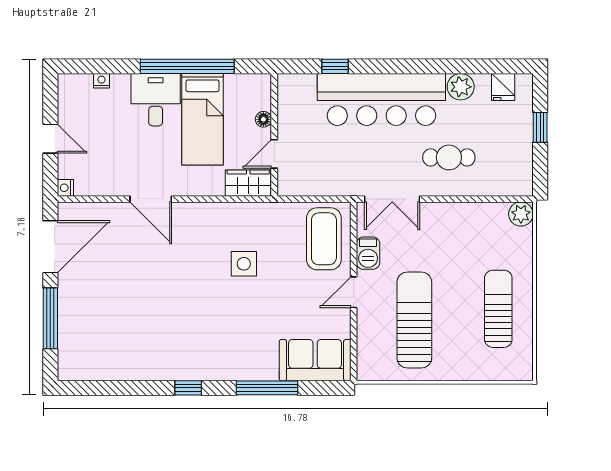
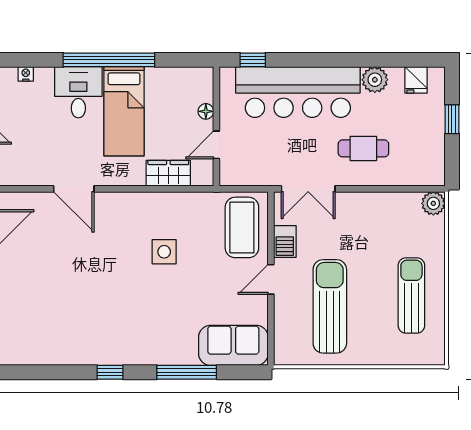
floor lamp: (263, 119) -> (206, 111), moved
wall: (274, 135) -> (216, 126), moved
door: (274, 154) -> (216, 145), moved

